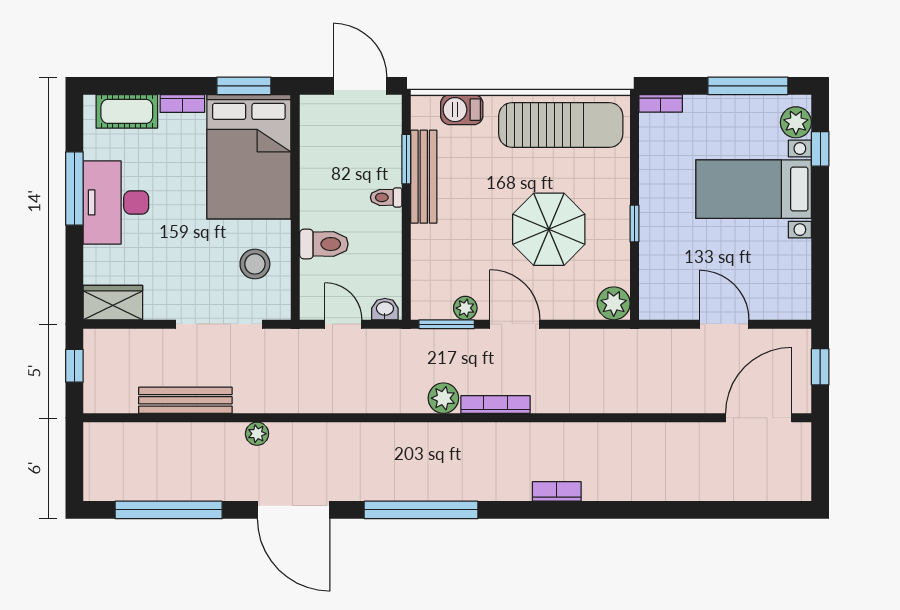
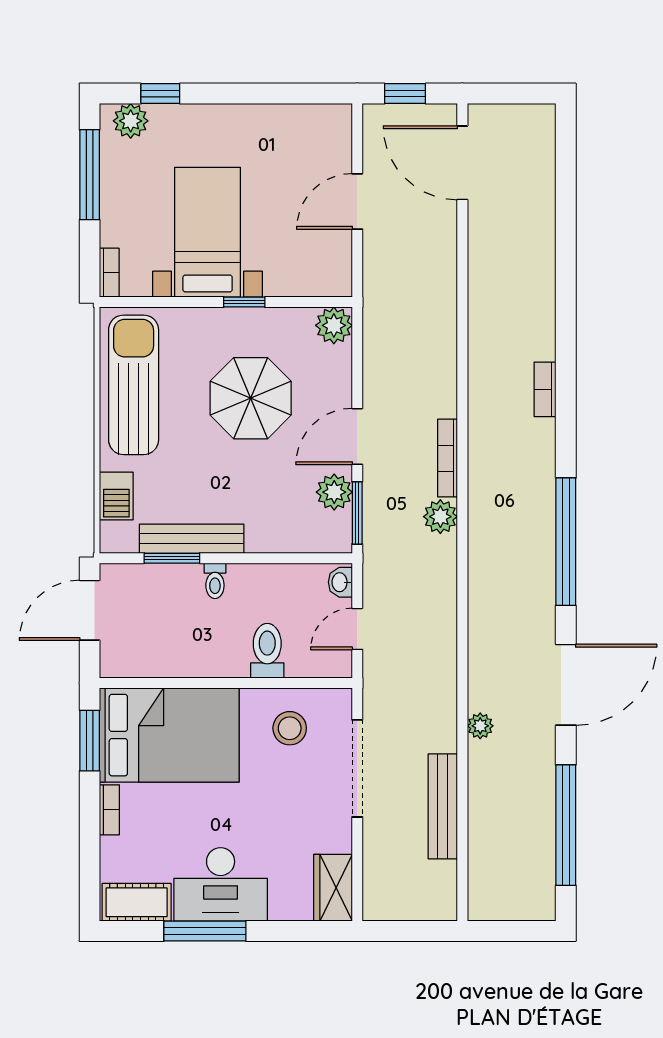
cot: (127, 111) -> (137, 902), moved, turned 90
bed with nightstands: (754, 189) -> (208, 232), moved, turned 180
plant: (465, 308) -> (334, 492), width x1.38, depth x1.38
window: (74, 366) -> (404, 931), removed

